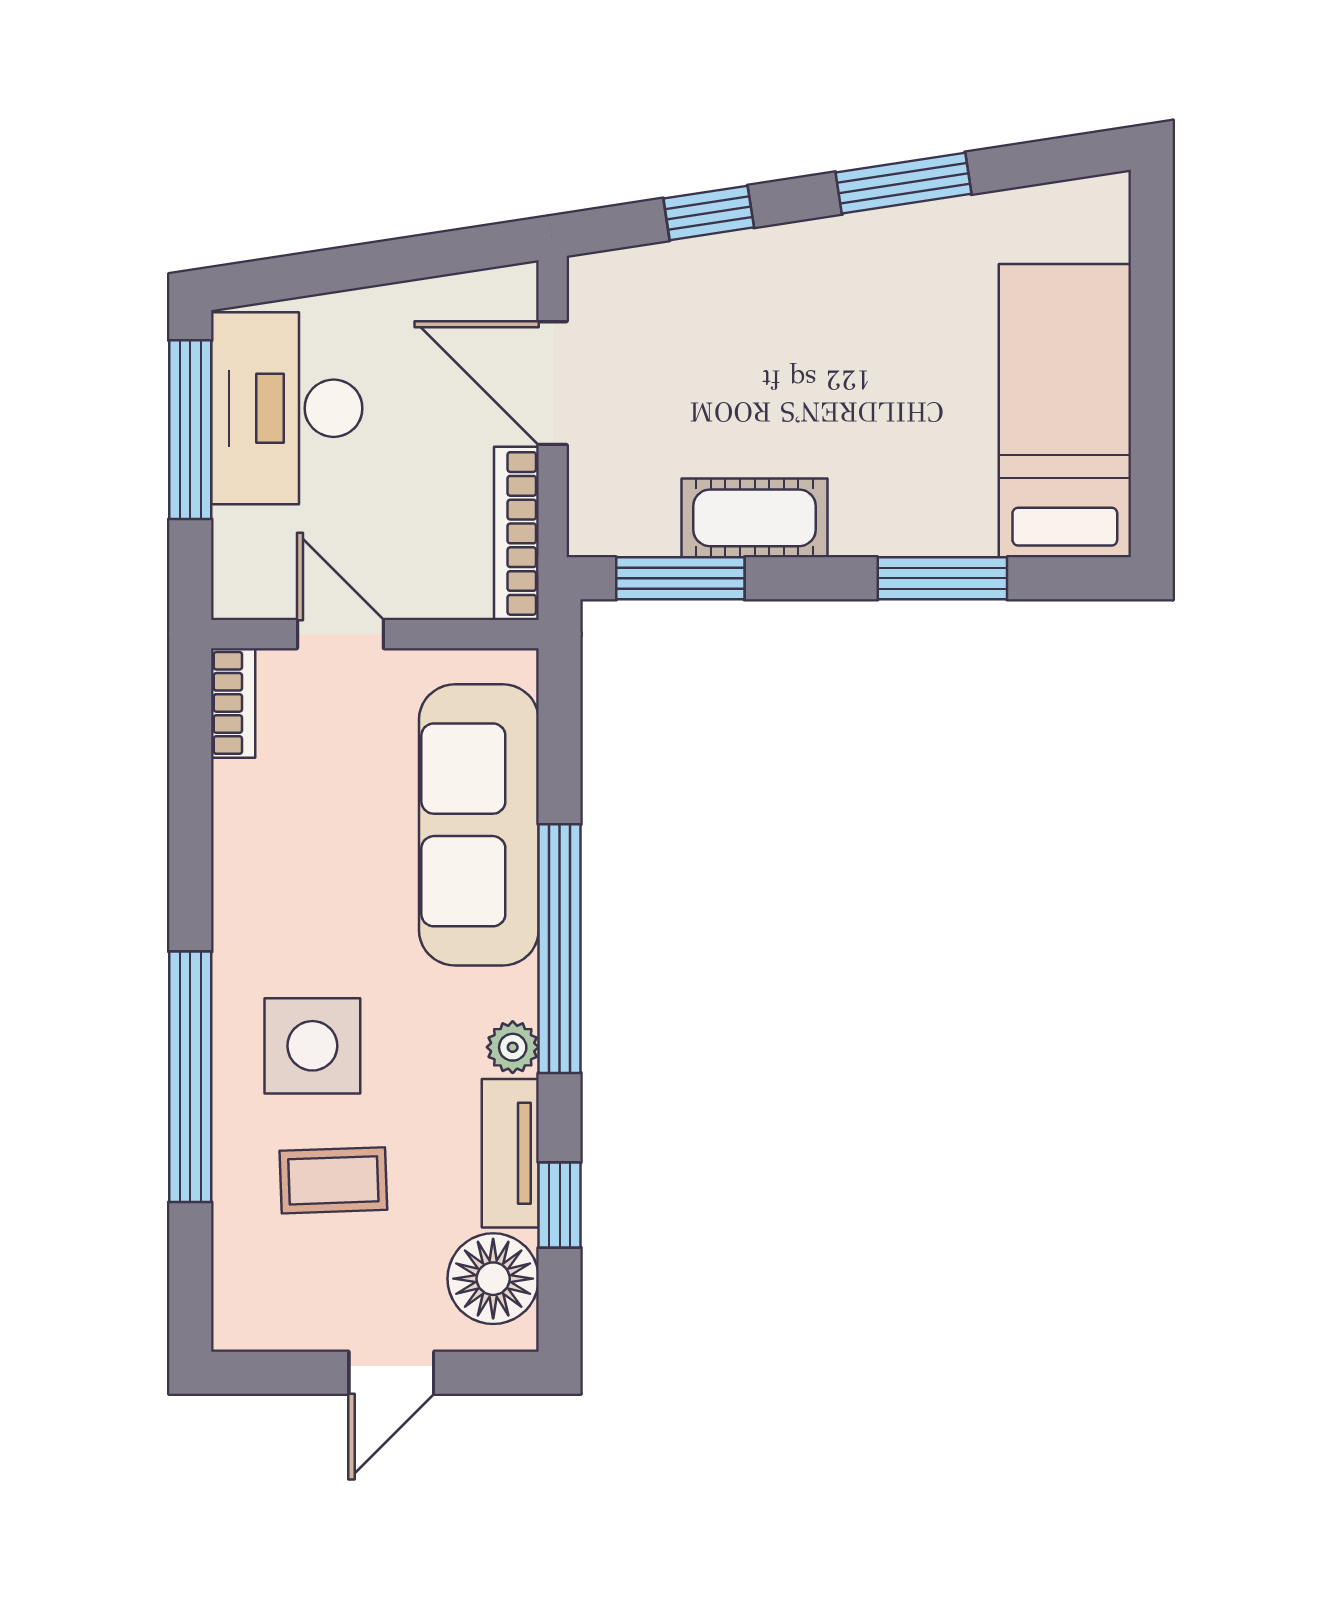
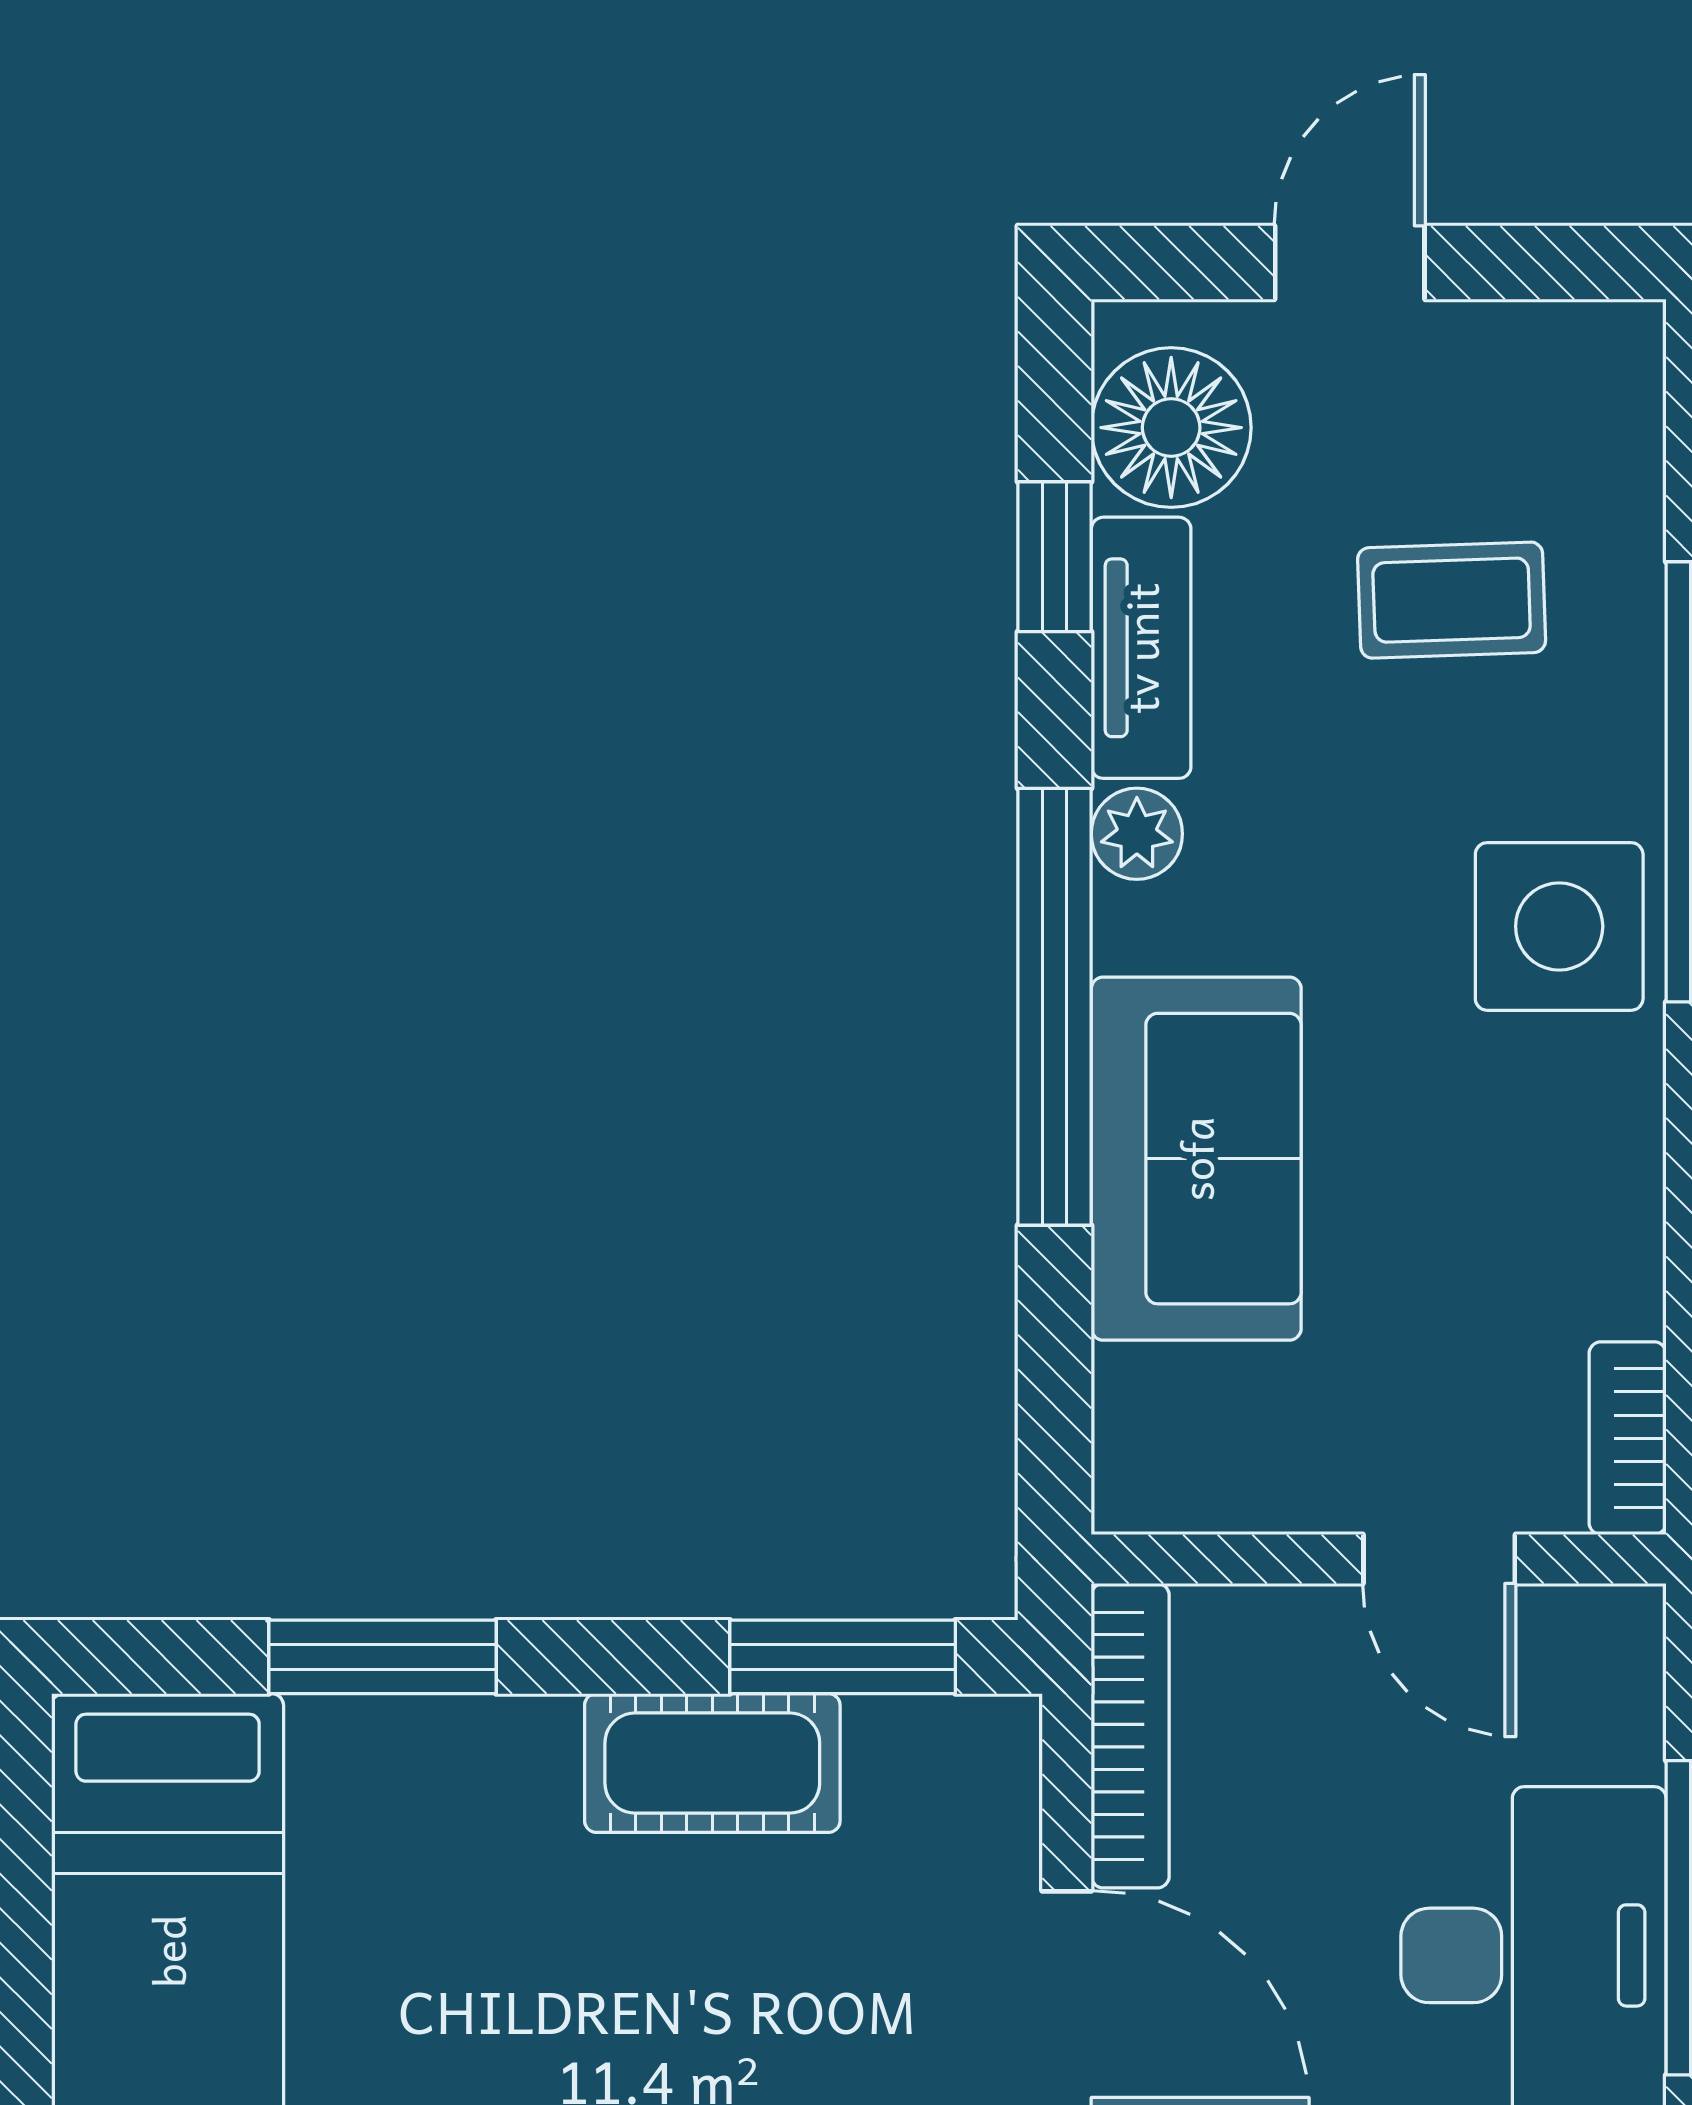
sofa: (479, 825) -> (1196, 1159), width x0.73
side table: (312, 1046) -> (1559, 926), moved

